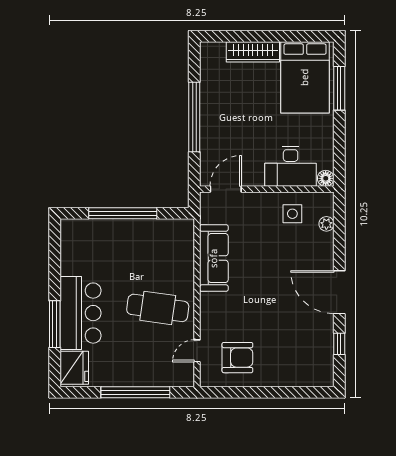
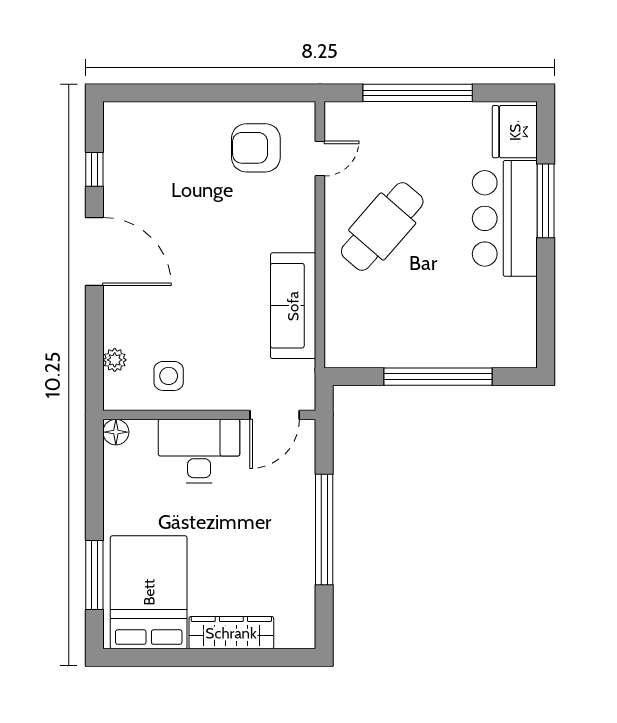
desk: (291, 166) -> (199, 451), moved
cafe table: (158, 308) -> (382, 226), turned -57

